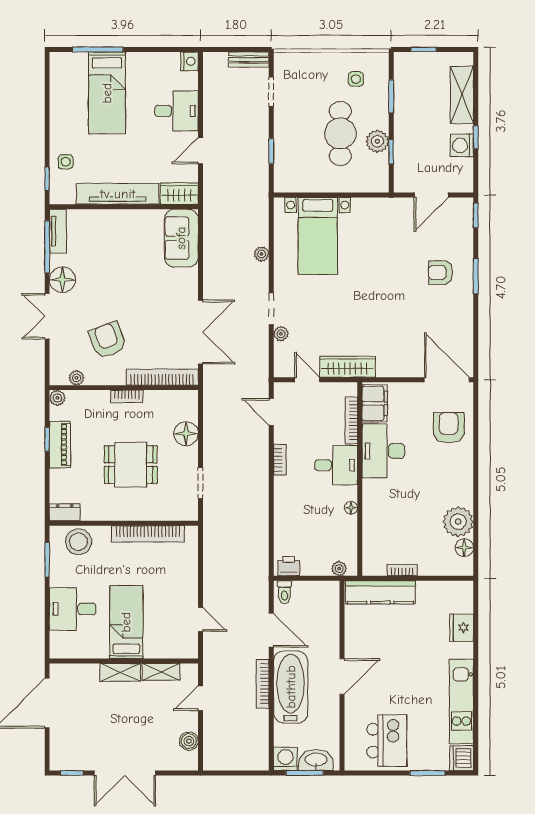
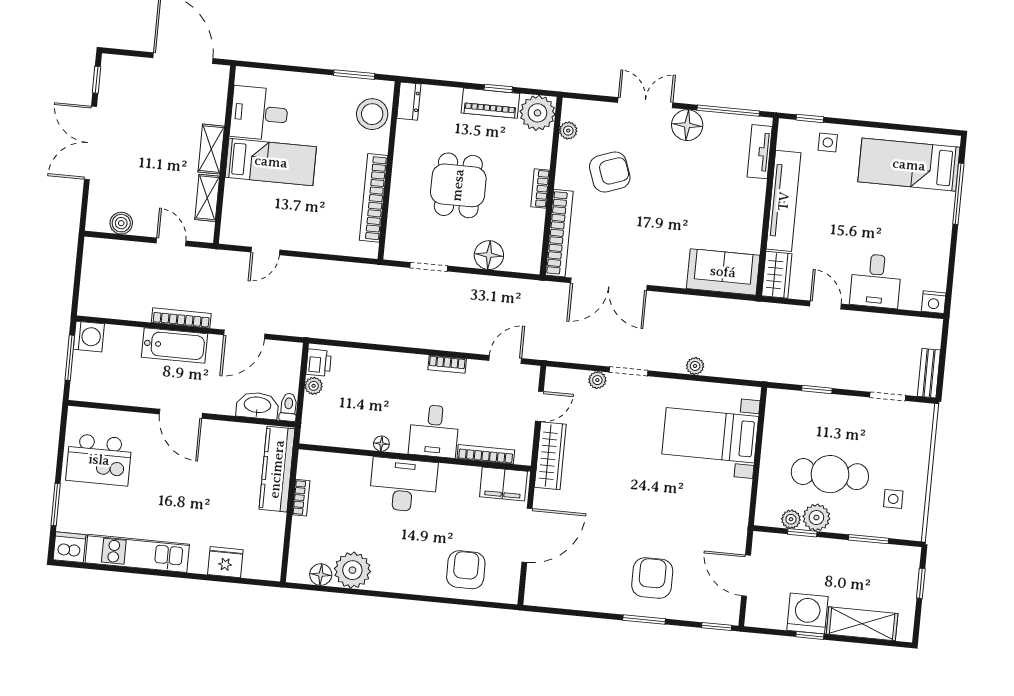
bed: (107, 93) -> (909, 165), moved
washing machine: (462, 145) -> (807, 613), width x1.37, depth x1.37
plant: (381, 162) -> (791, 519), added
tv unit: (58, 231) -> (760, 152), moved, turned 90
armchair: (441, 273) -> (652, 578), width x1.38, depth x1.38
door: (447, 380) -> (527, 535), moved
plant: (57, 398) -> (537, 113), width x1.87, depth x1.87
armchair: (449, 428) -> (466, 570), turned -90
desk: (383, 451) -> (403, 485), moved
plant: (339, 569) -> (314, 386), moved
toilet: (284, 592) -> (288, 407), moved, turned 90
desk: (73, 609) -> (259, 113), moved, turned -90
bathtub: (291, 687) -> (175, 346), width x0.73, depth x0.73
washbasin: (316, 760) -> (257, 406), moved, turned -90

